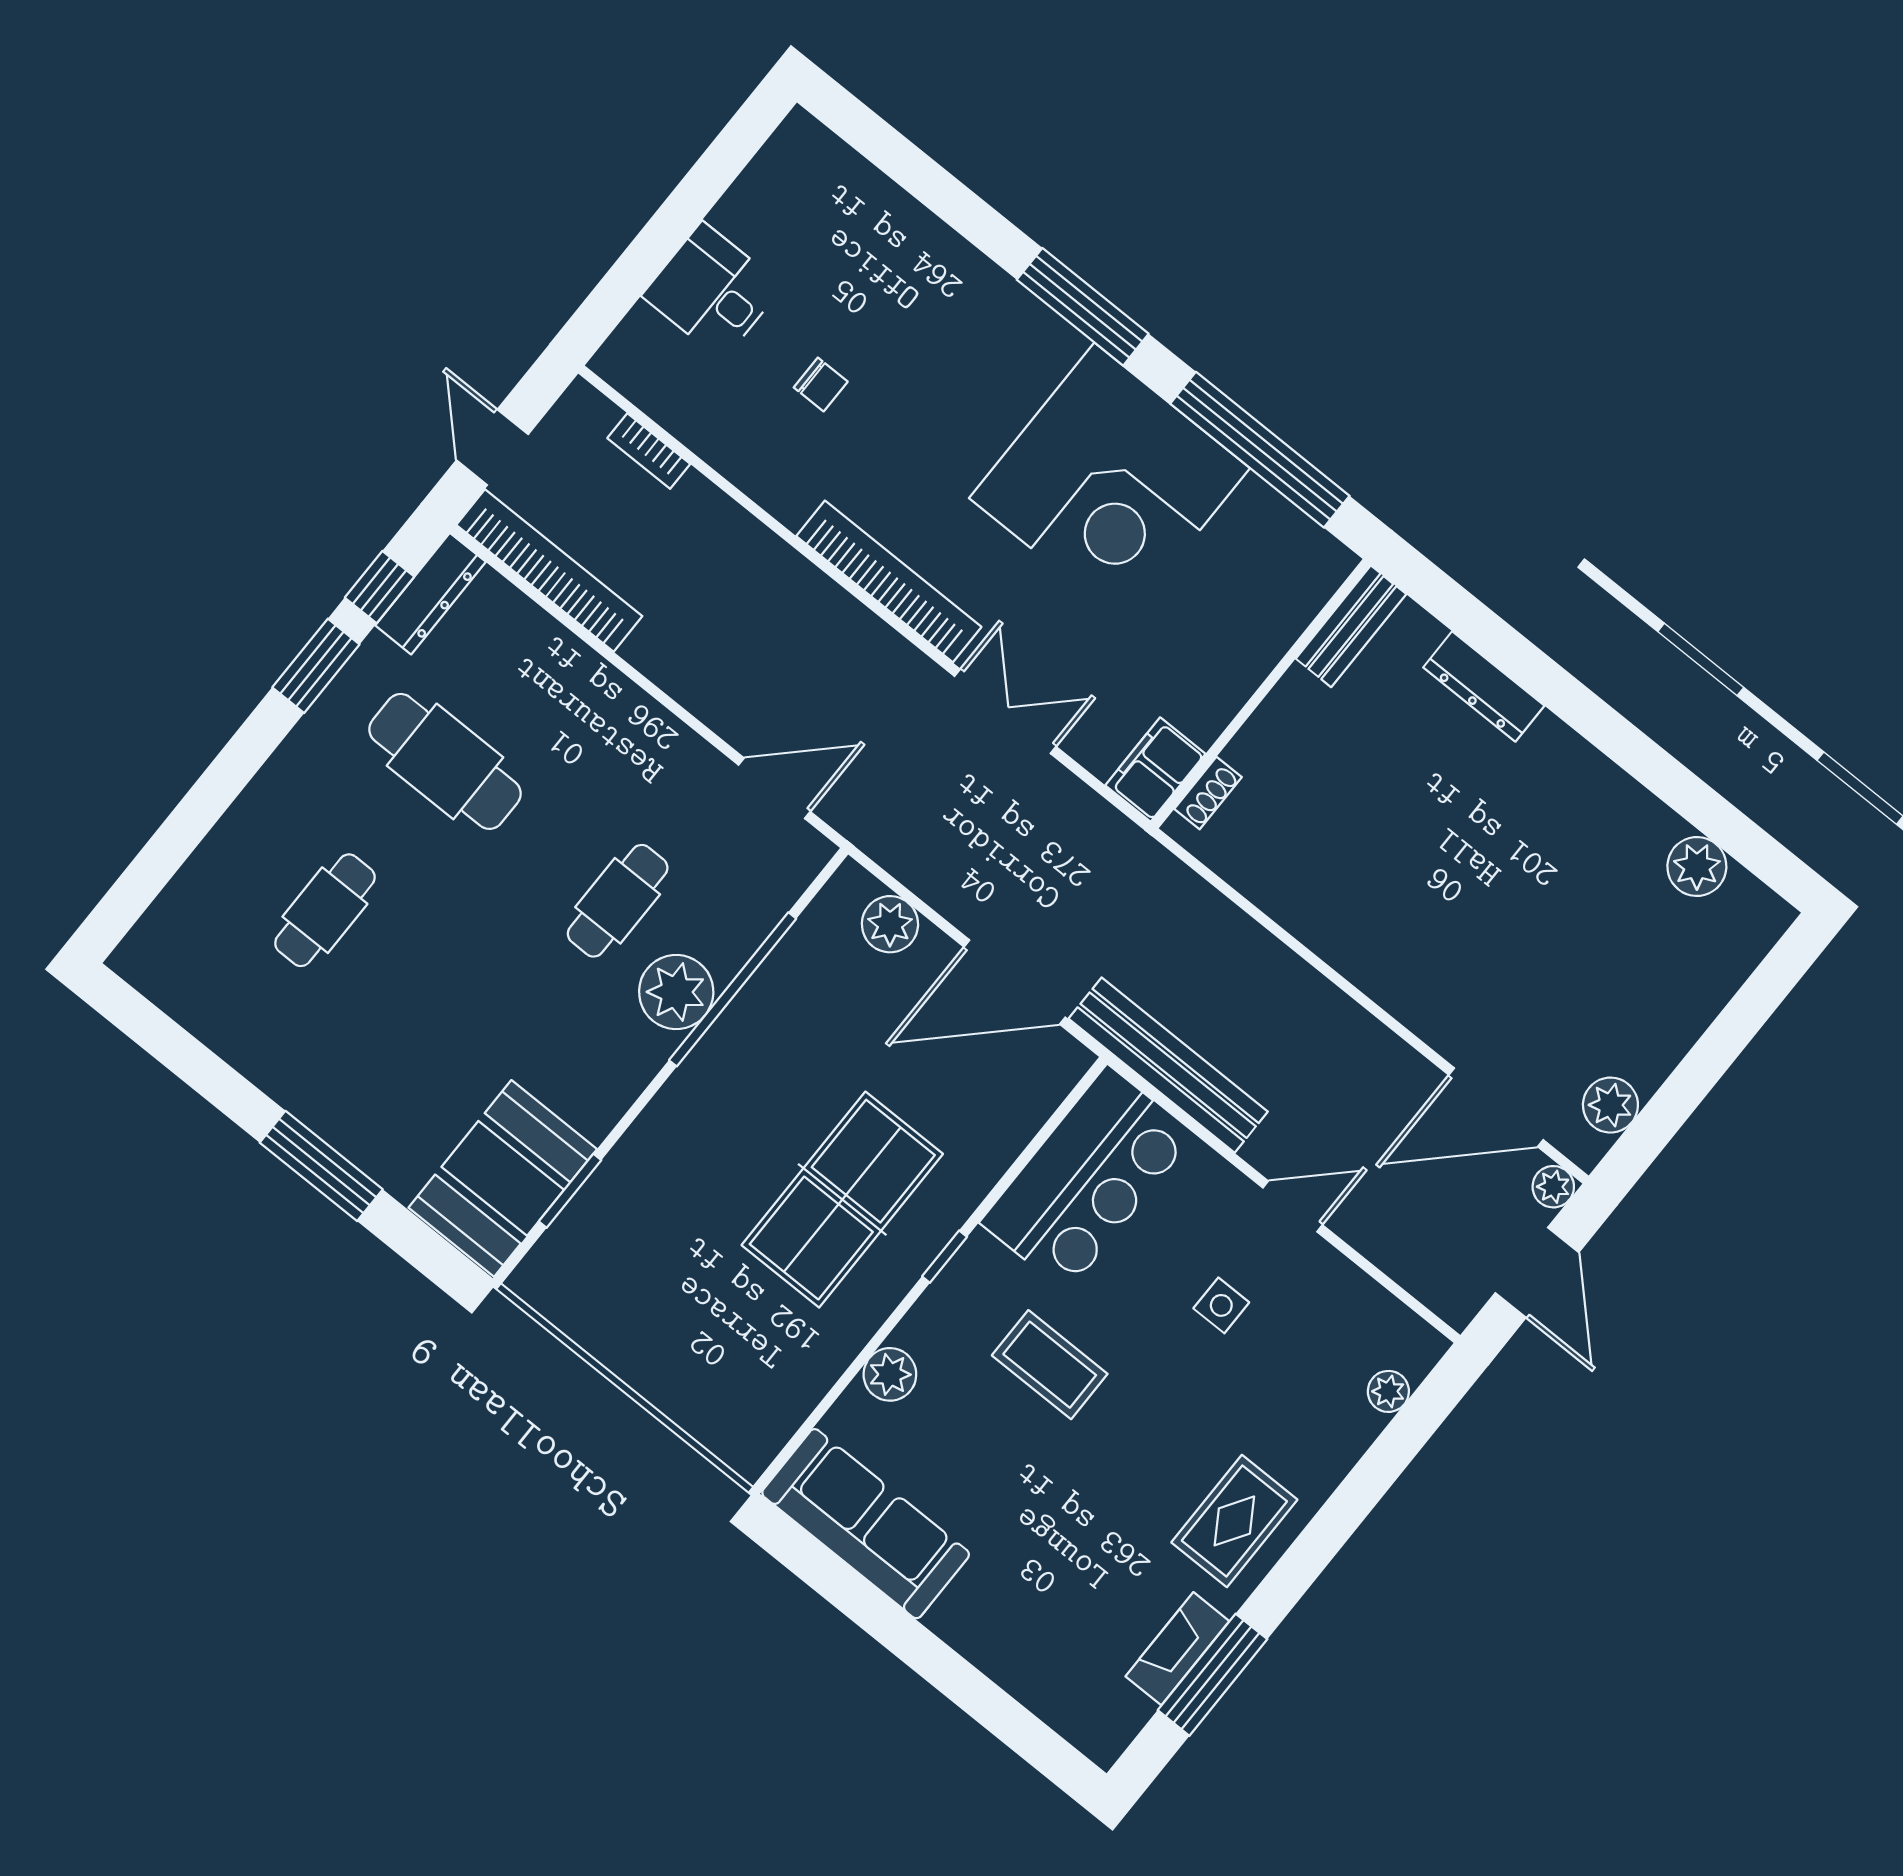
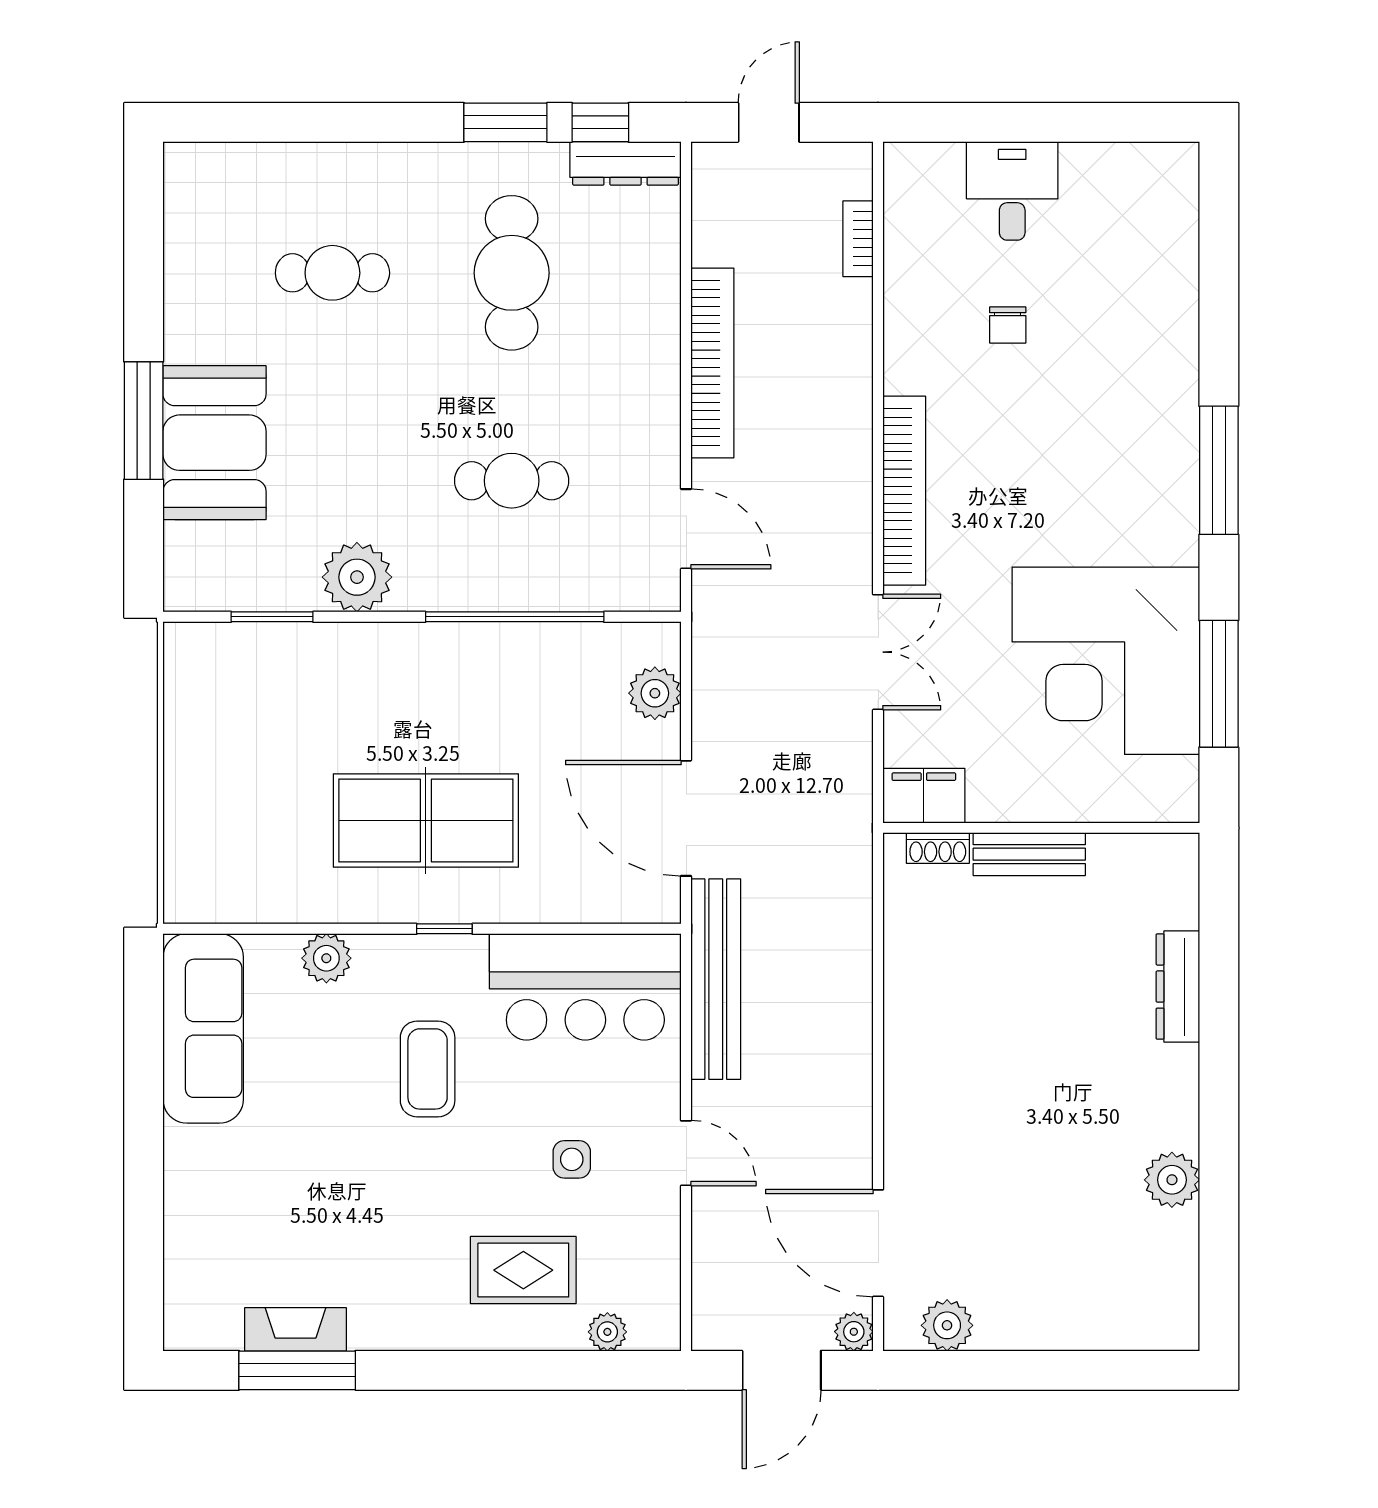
window: (1260, 450) -> (1219, 684), width x0.68
corner desk: (1109, 483) -> (1106, 661), moved
bookcase: (549, 570) -> (712, 363), moved
bench: (1351, 626) -> (1029, 854), moved
plant: (1697, 866) -> (1172, 1180), moved
plant: (676, 992) -> (357, 577), moved
booth: (503, 1178) -> (214, 443), moved, turned 90
rug: (1234, 1521) -> (523, 1270), moved

